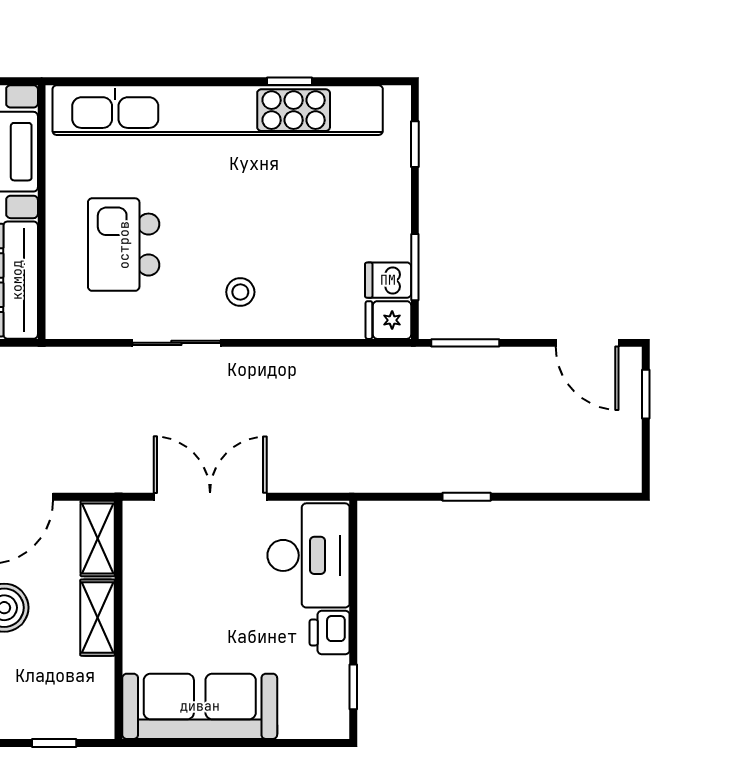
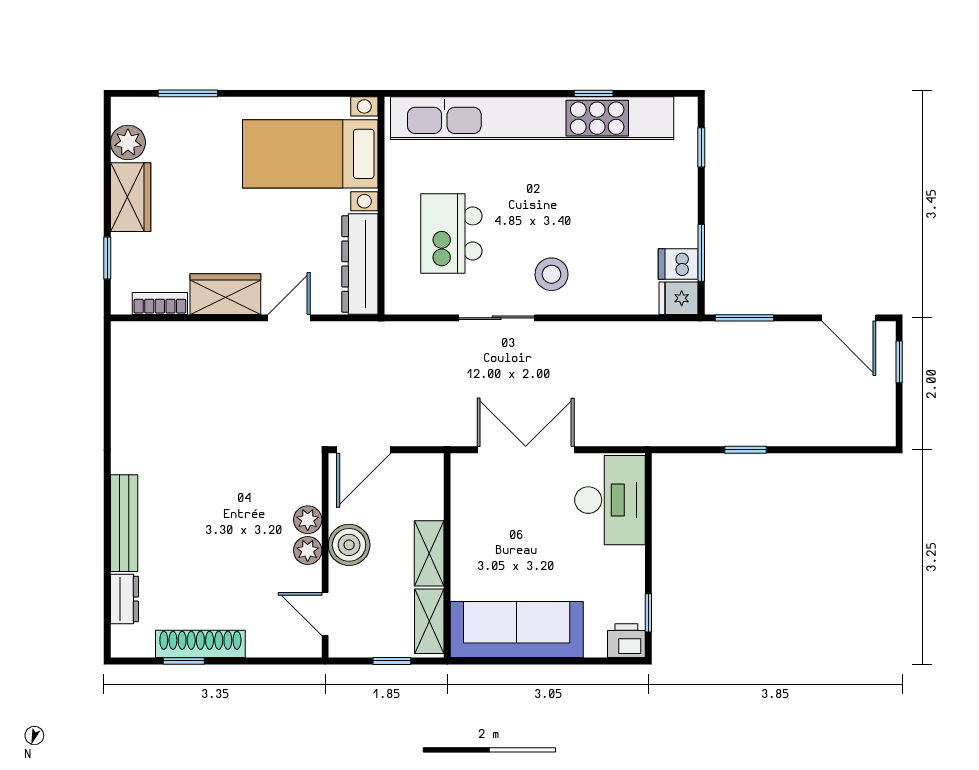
stool: (240, 292) -> (552, 274), width x1.37, depth x1.37
shelving: (98, 538) -> (429, 621), moved
printer: (330, 632) -> (626, 641), moved, turned 90

